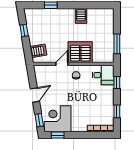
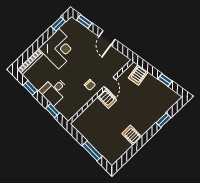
window: (117, 44) -> (92, 151), moved
server rack: (80, 52) -> (107, 99), width x0.46, depth x0.70
desk: (103, 75) -> (54, 91), moved
corner desk: (58, 119) -> (59, 49), moved

